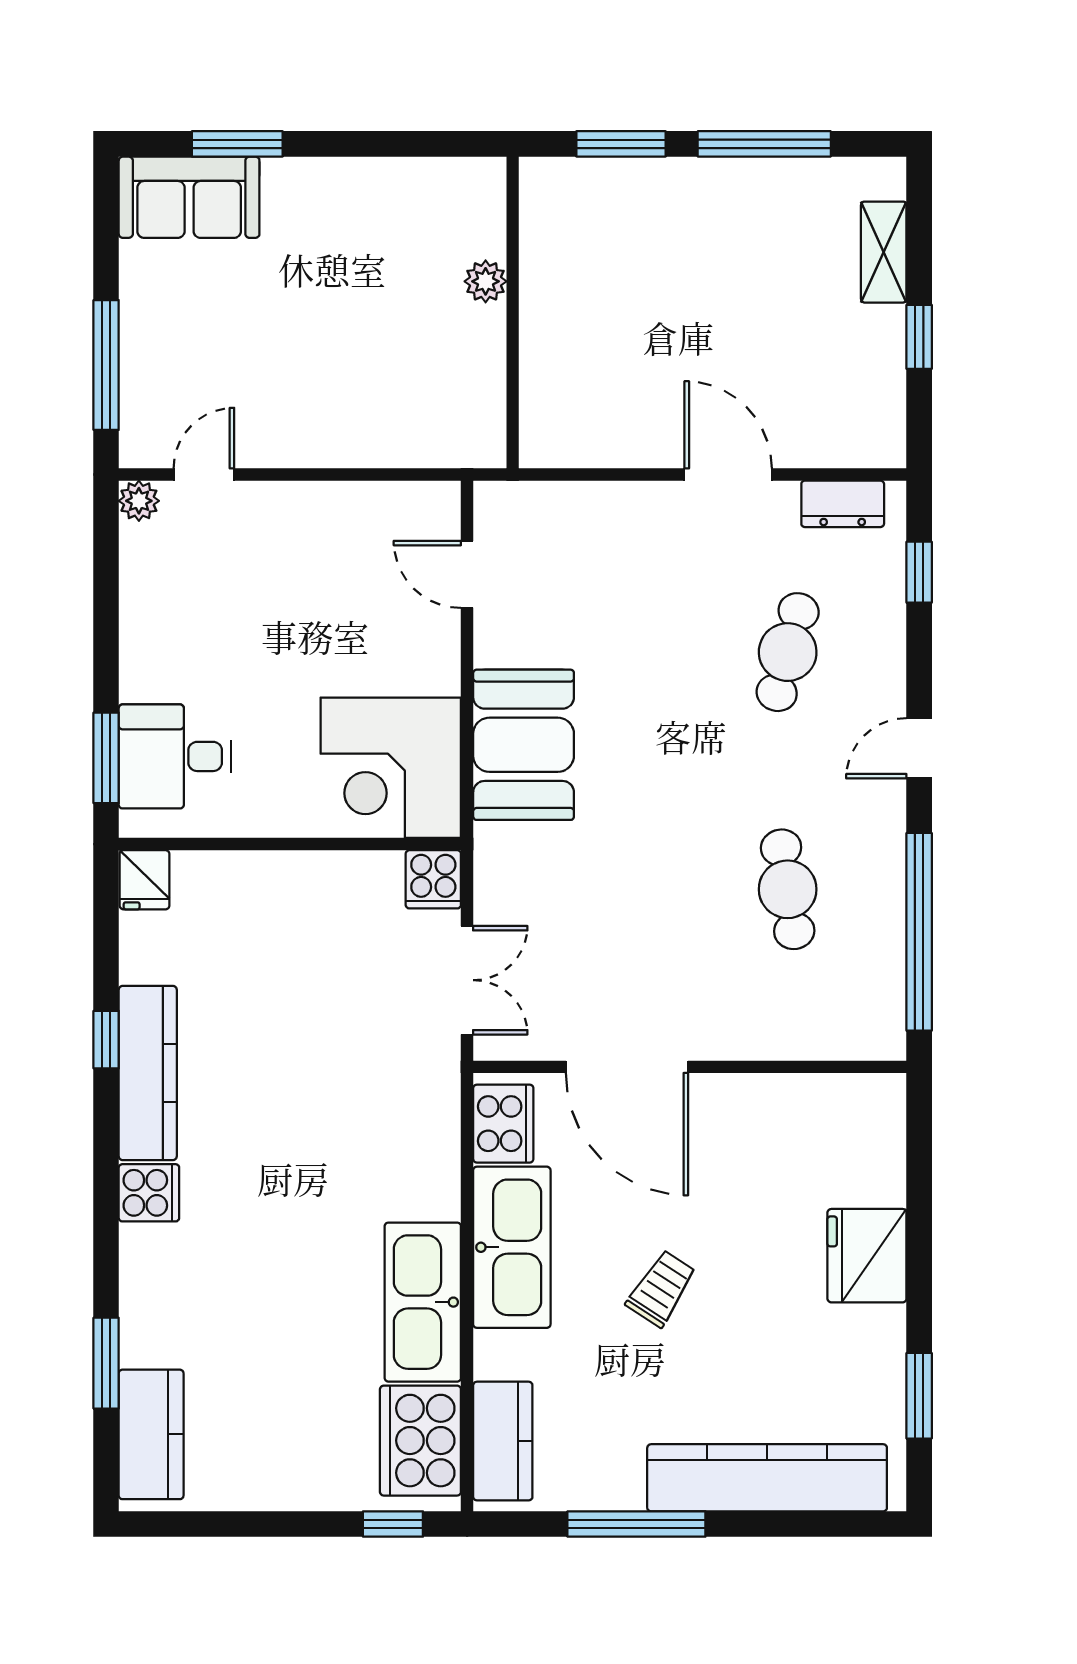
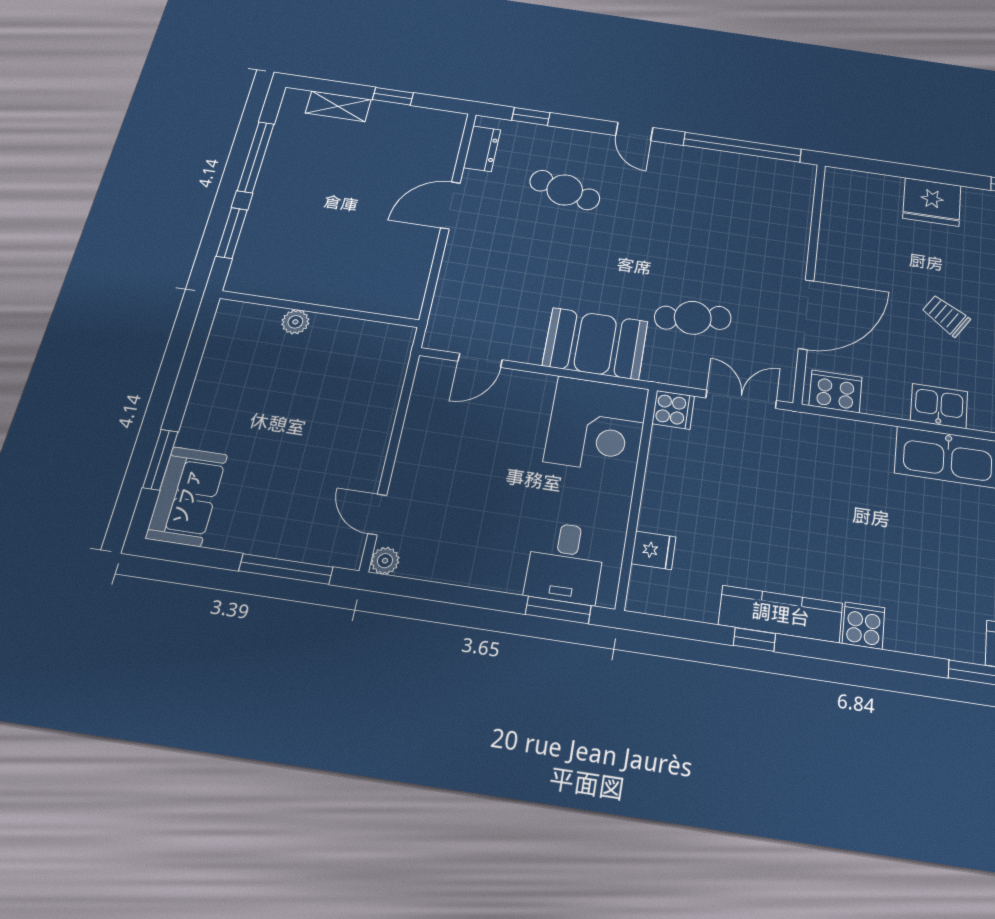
fridge: (145, 880) -> (653, 550), moved
cafe table: (788, 889) -> (693, 318), moved
kitchen sink: (512, 1247) -> (939, 406), width x0.53, depth x0.81

